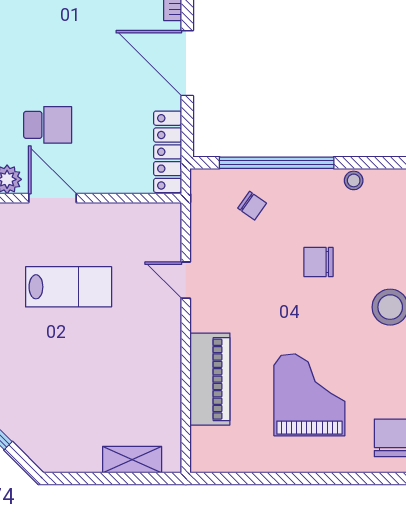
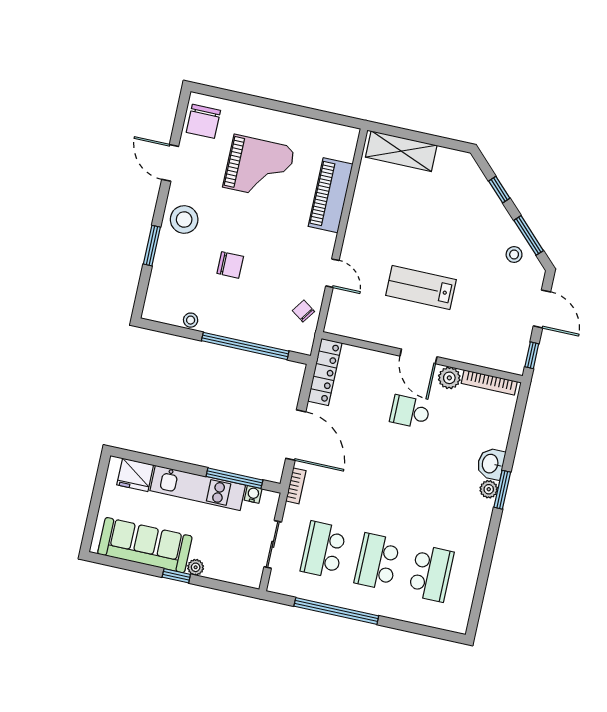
chair: (252, 206) -> (303, 311), moved
grand piano: (309, 395) -> (259, 167), turned -90
shelving: (132, 460) -> (401, 151), width x1.50, depth x1.33

